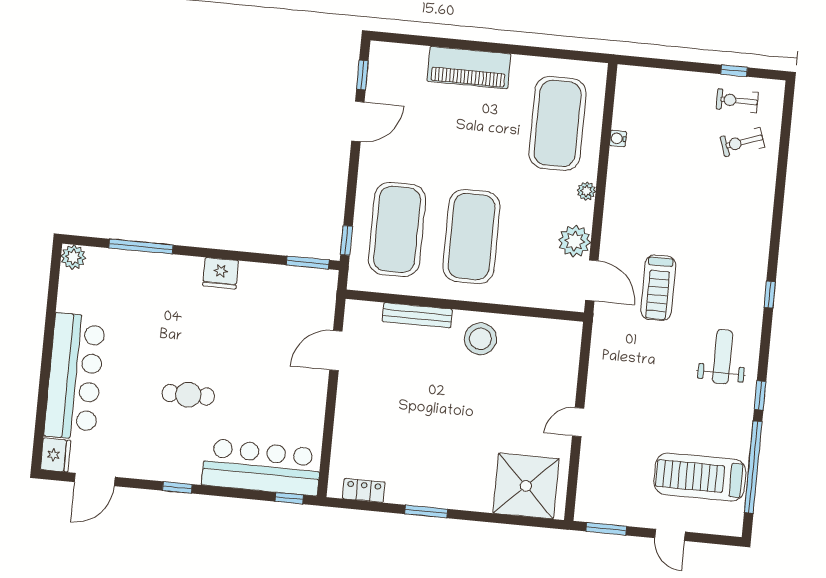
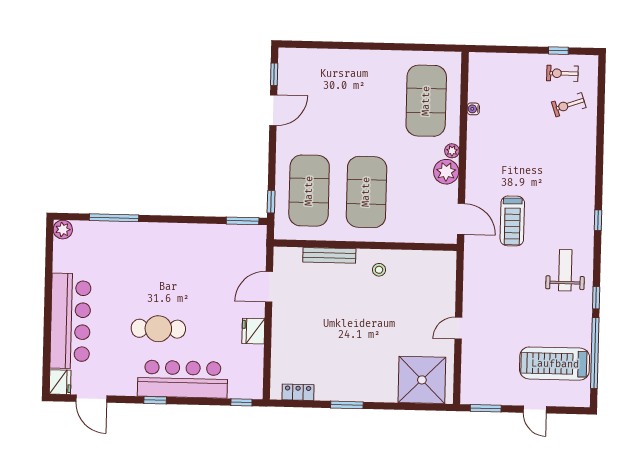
piano: (469, 68) -> (355, 63), removed
plant: (575, 241) -> (446, 172), moved
fridge: (221, 273) -> (253, 331), moved, turned 90
stool: (480, 339) -> (379, 270), width x0.53, depth x0.53
cafe table: (188, 395) -> (158, 329), width x1.37, depth x1.35
bar counter: (261, 467) -> (183, 379), moved
door: (95, 480) -> (91, 399), hinge flipped

